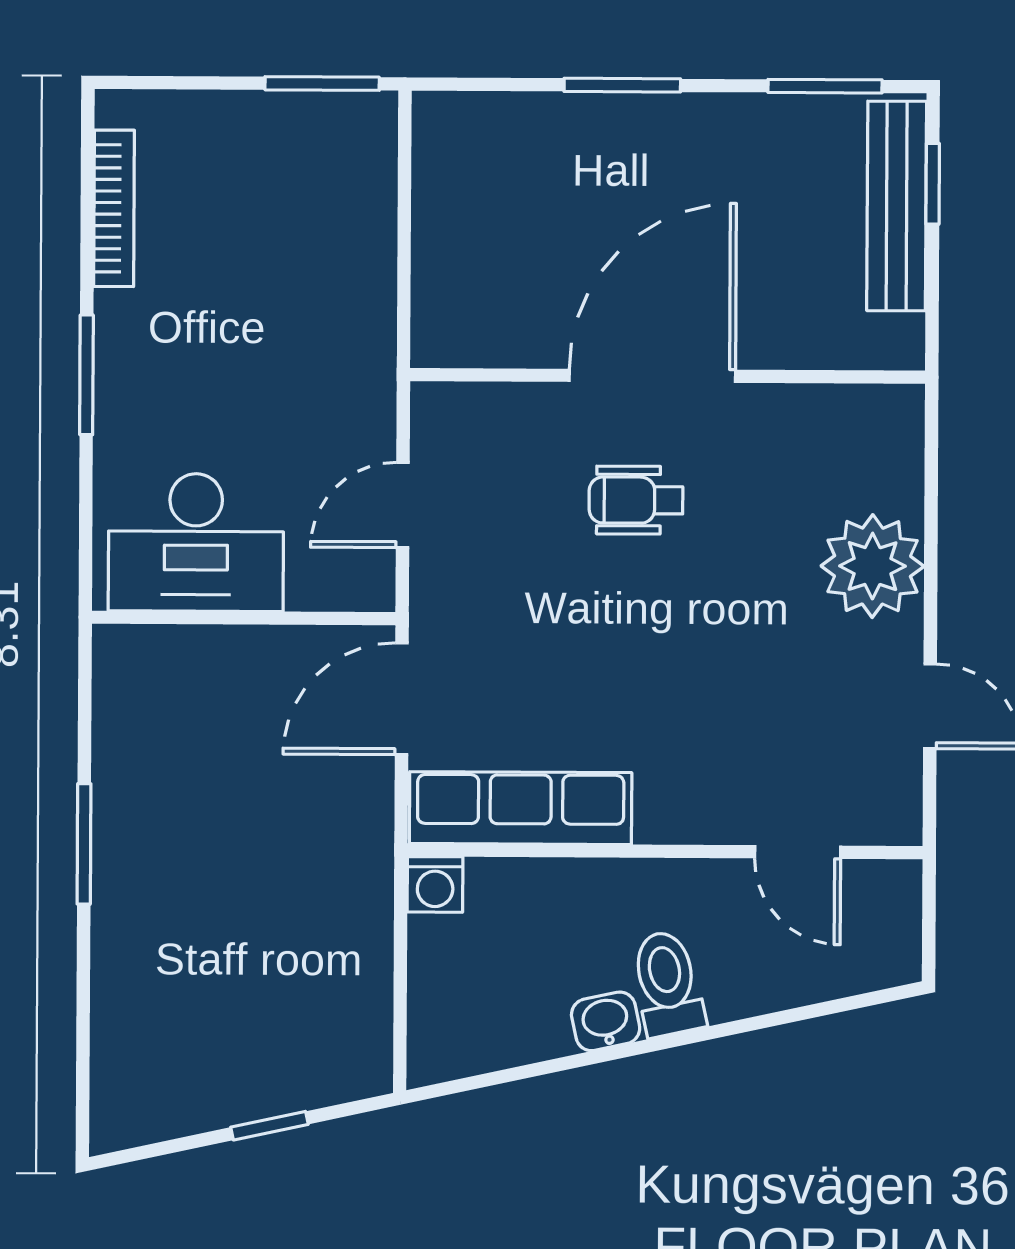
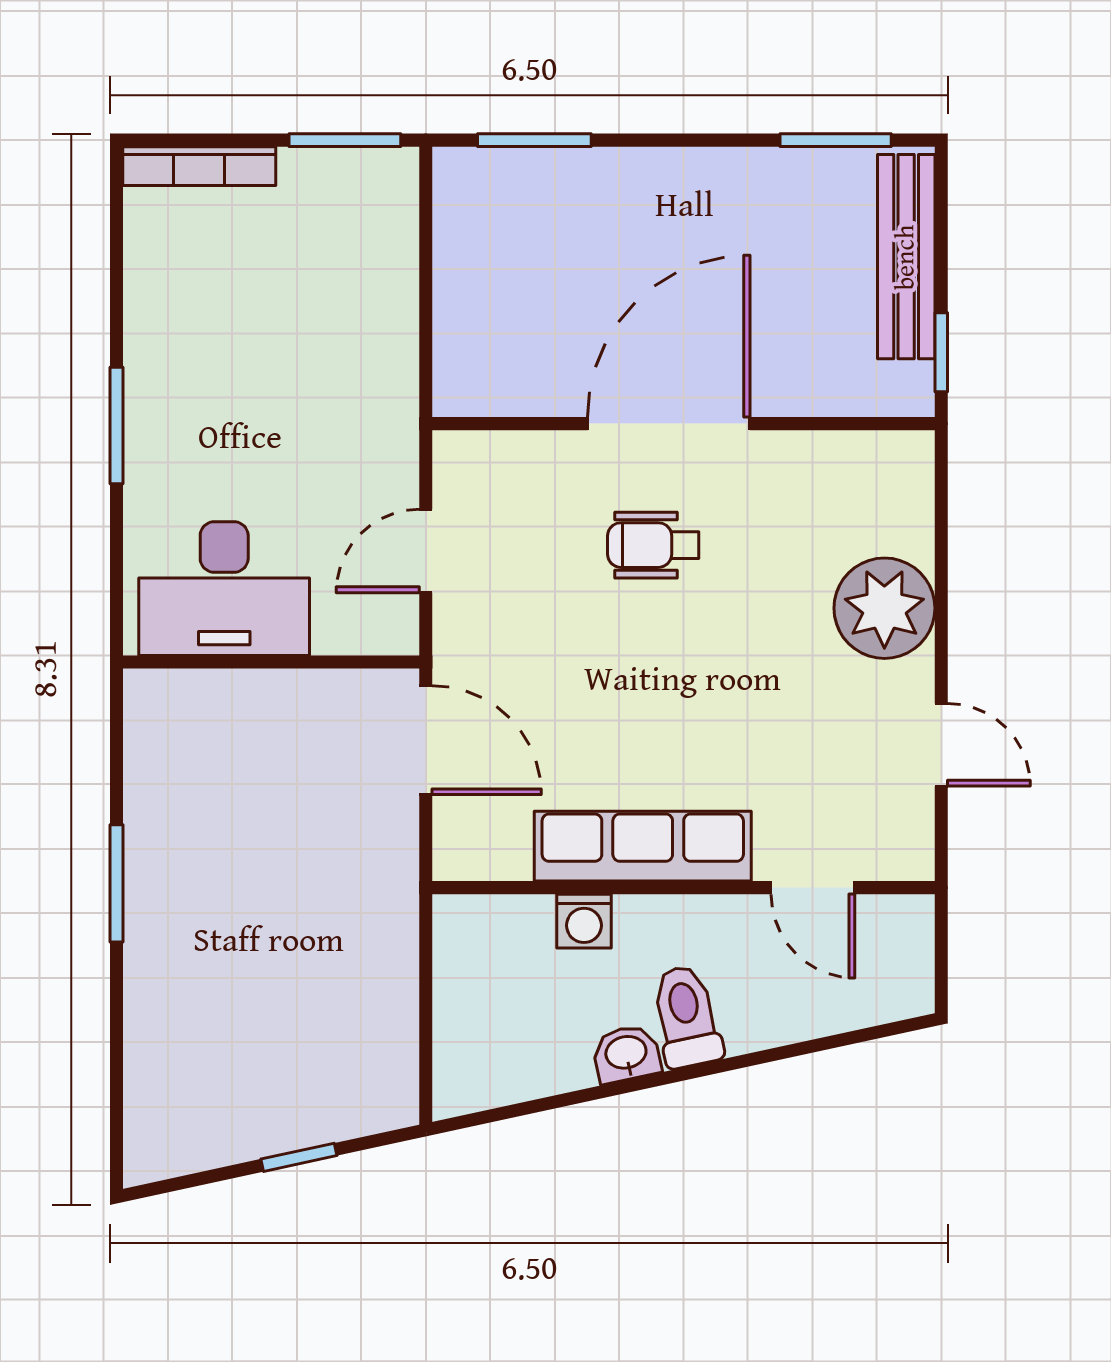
window: (622, 85) -> (534, 140), moved
window: (933, 184) -> (941, 352), moved
bookcase: (114, 208) -> (199, 166), moved, turned 90
door: (402, 699) -> (426, 740), swing flipped
row of seats: (521, 808) -> (643, 846), moved
washing machine: (435, 884) -> (584, 921), moved

